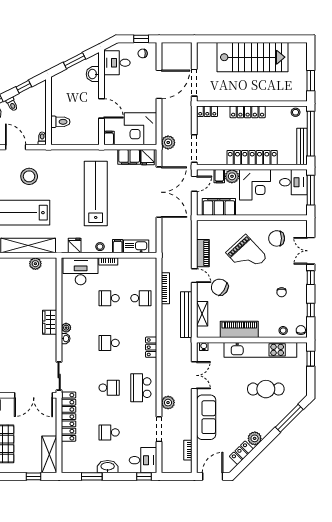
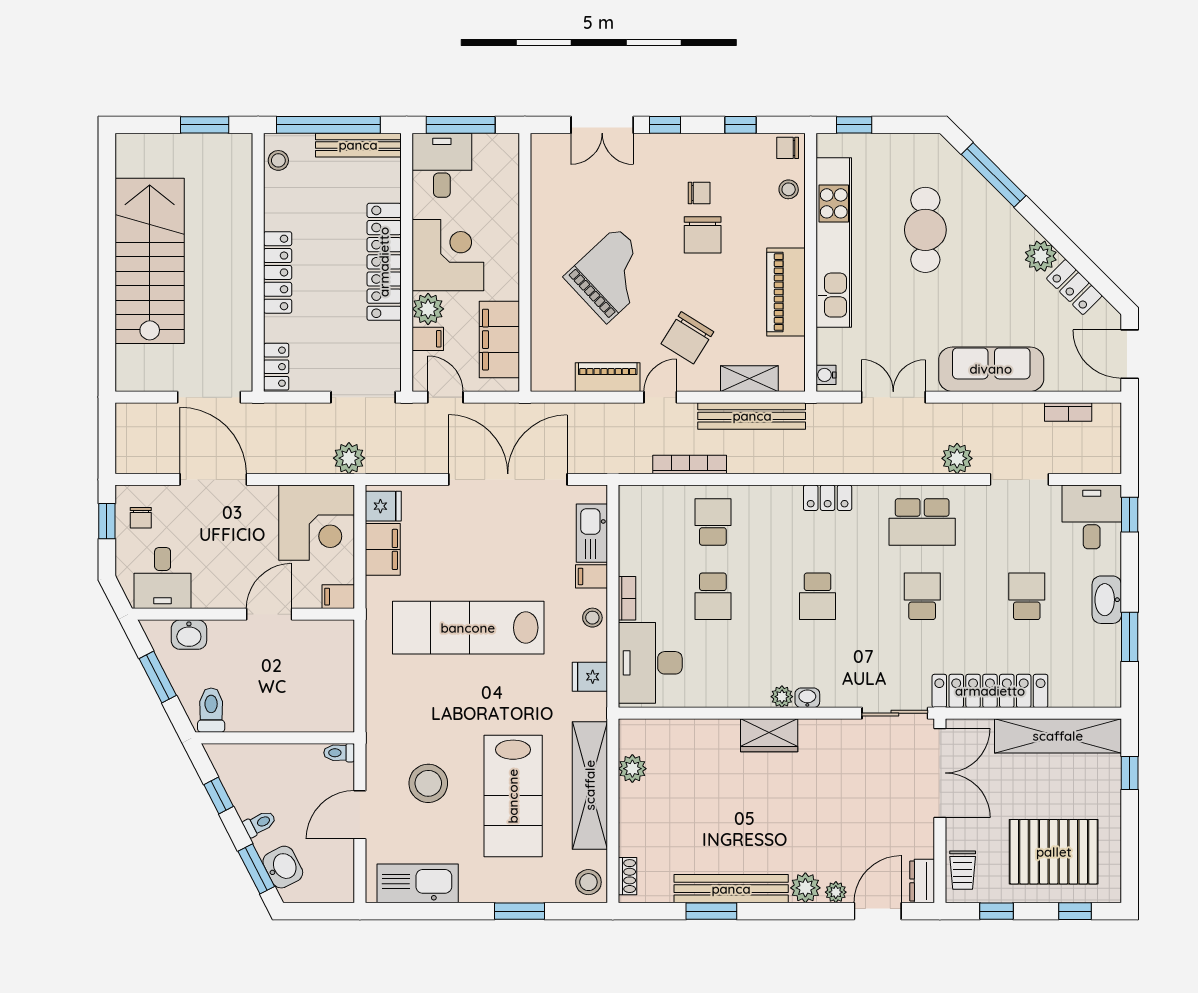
toilet: (60, 122) -> (211, 710), moved
double door: (159, 192) -> (508, 479), moved
chair: (277, 238) -> (703, 235), moved
school desk: (109, 432) -> (1027, 596), turned 180
shelving: (49, 454) -> (1058, 736), width x1.47

